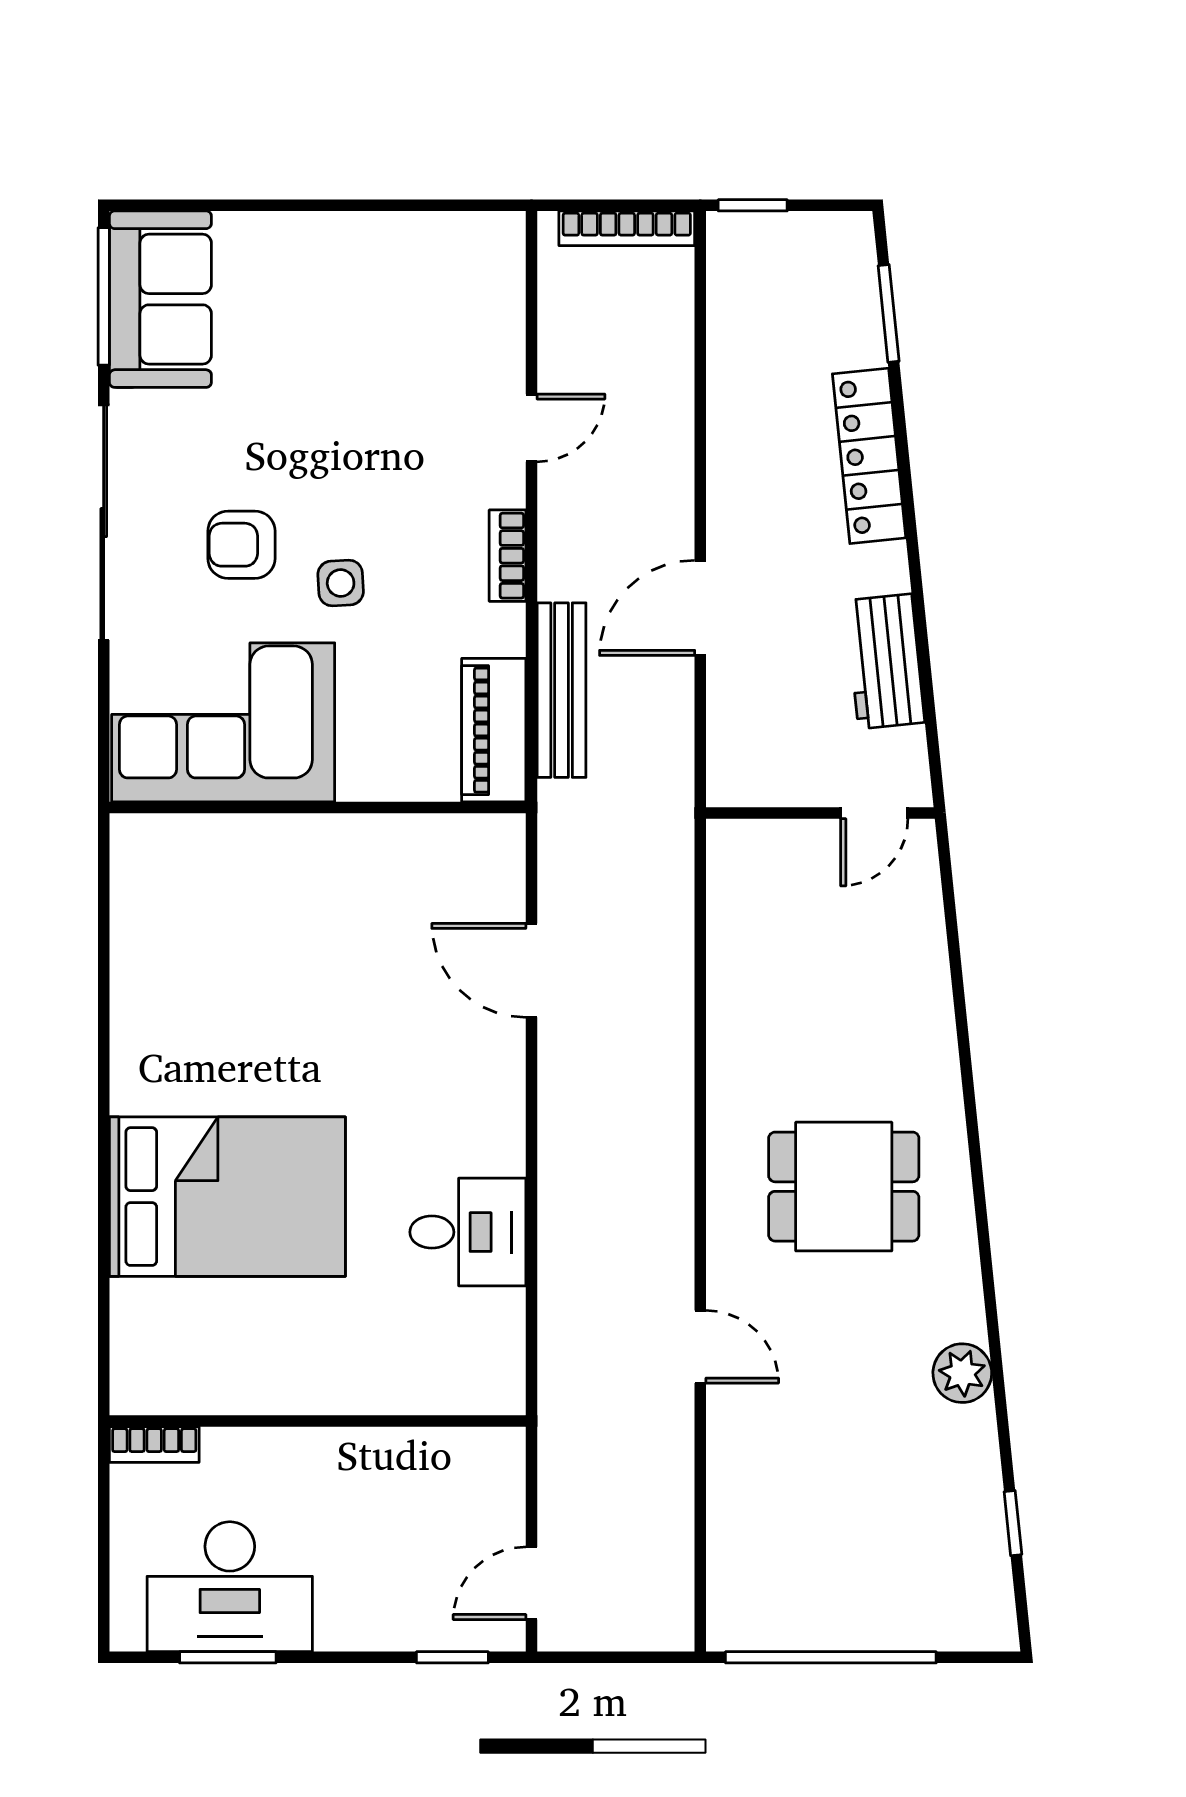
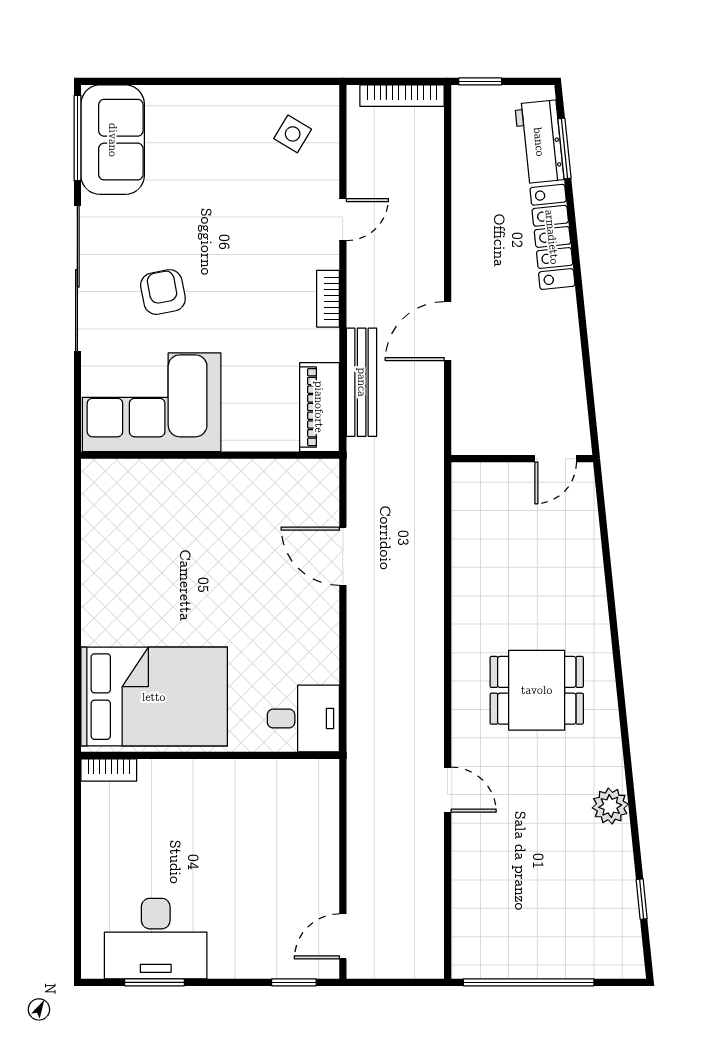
armchair: (241, 545) -> (163, 292), turned 79
side table: (341, 583) -> (293, 134), moved, turned 34
workbench: (885, 661) -> (539, 142), moved
wall: (318, 1421) -> (210, 755), moved
bookcase: (154, 1444) -> (109, 770), moved

